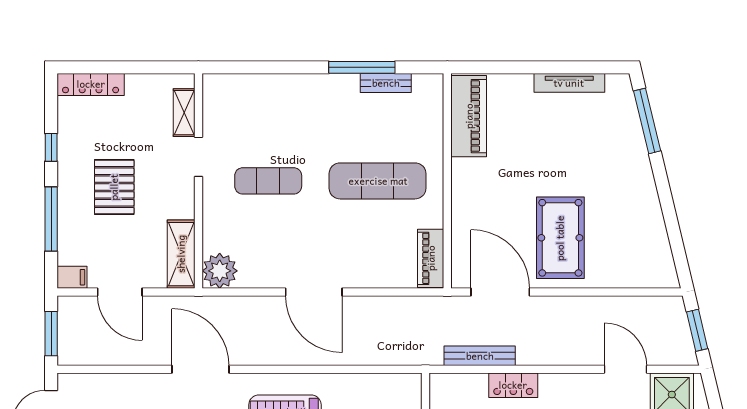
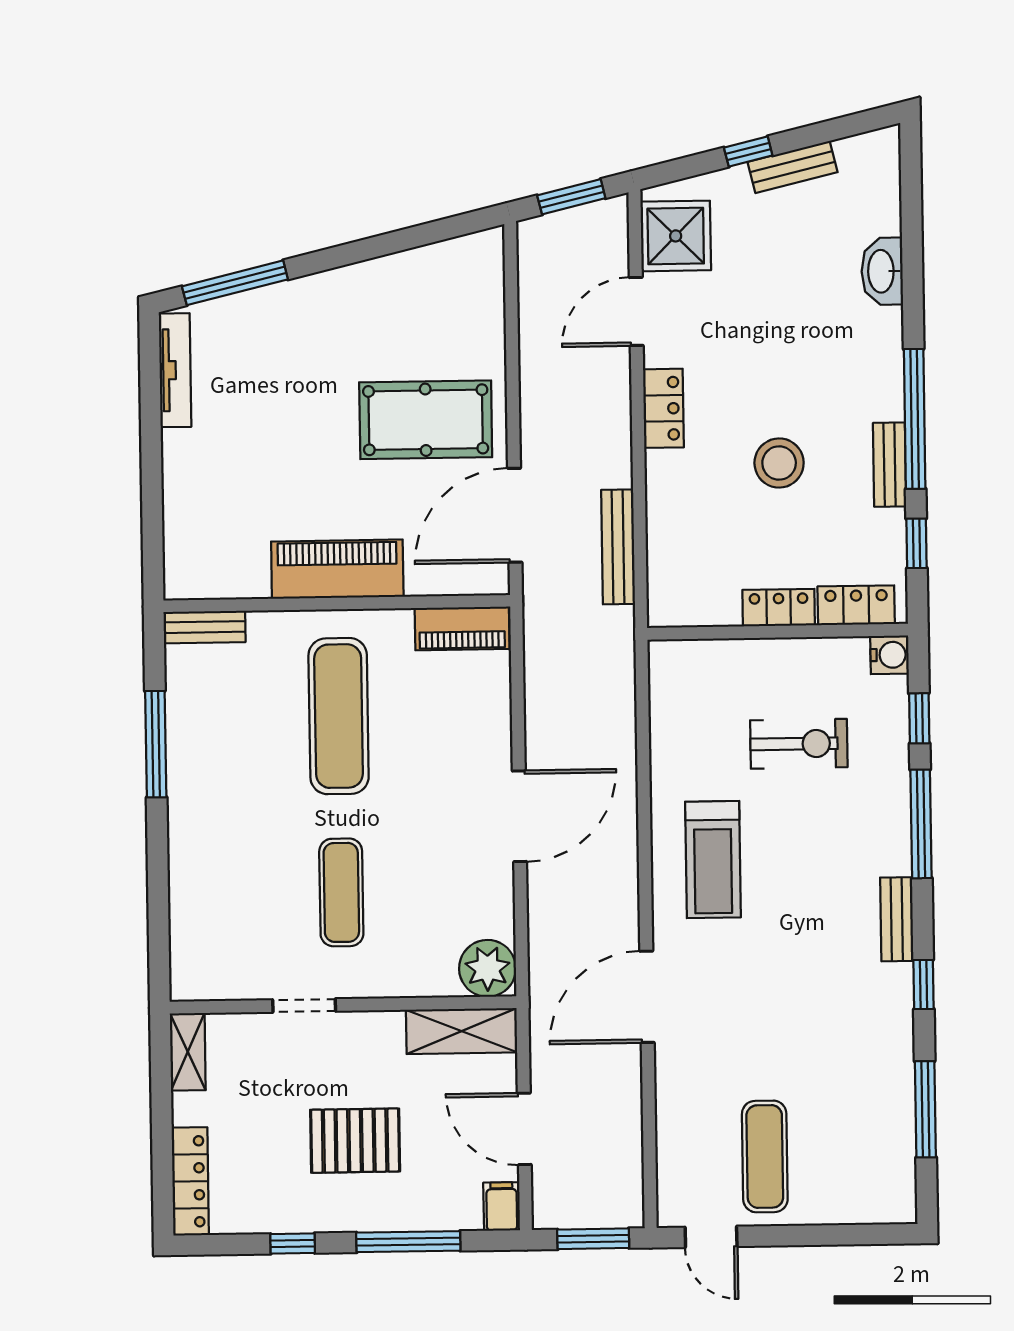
bench: (386, 83) -> (205, 627), moved, turned 90
tv unit: (569, 83) -> (175, 370), moved
shelving: (184, 113) -> (188, 1052), moved, turned 90
piano: (469, 116) -> (337, 569), moved
door: (120, 292) -> (524, 1129), swing flipped
locker: (513, 385) -> (663, 408), moved

